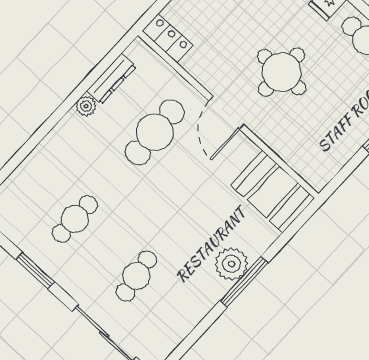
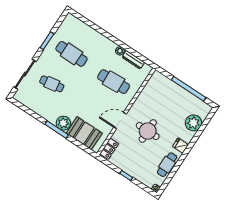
locker: (168, 38) -> (109, 149), moved
door: (226, 113) -> (120, 121), moved
booth: (273, 192) -> (84, 133), moved, turned 90
cafe table: (75, 219) -> (71, 54), width x1.37, depth x1.35

